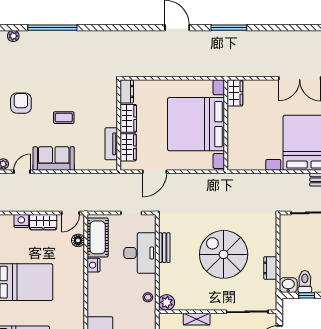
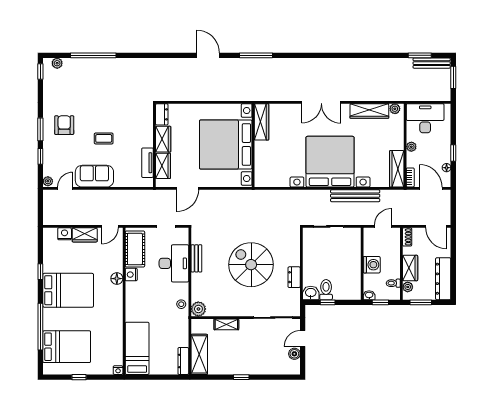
wardrobe: (235, 93) -> (262, 122), width x1.50
floor lamp: (78, 240) -> (117, 279), moved

